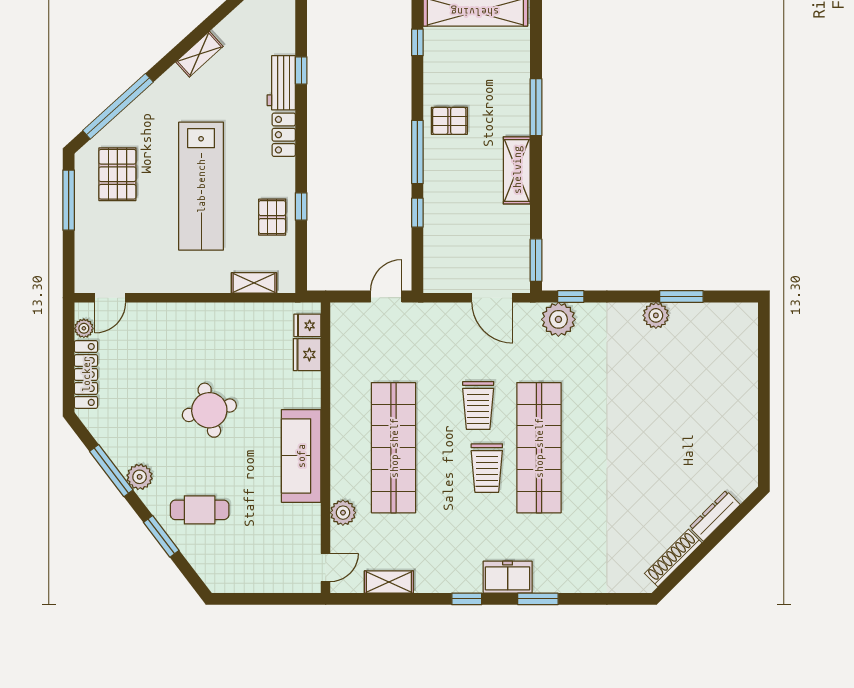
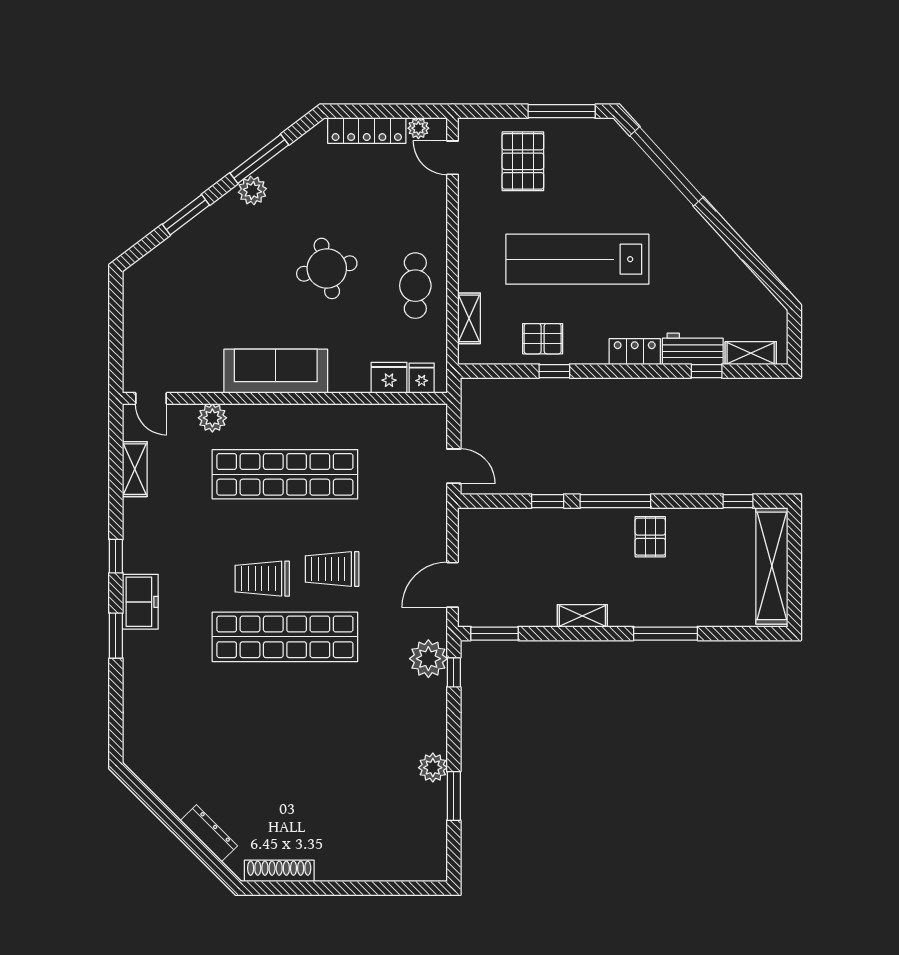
shelving: (199, 54) -> (751, 353), moved, turned -48
shelving: (517, 170) -> (582, 616), width x0.67, depth x0.75
pallet: (117, 174) -> (523, 161), moved, turned 90
cafe table: (200, 510) -> (415, 286), moved
shoe rack: (673, 558) -> (279, 871), moved, turned -45

